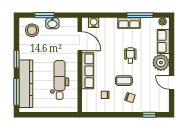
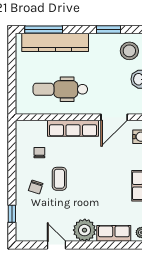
wheelchair: (130, 55) -> (94, 188), removed
window: (17, 59) -> (109, 29), moved
dental chair: (60, 80) -> (60, 89), turned 180
door: (172, 83) -> (57, 245), hinge flipped

